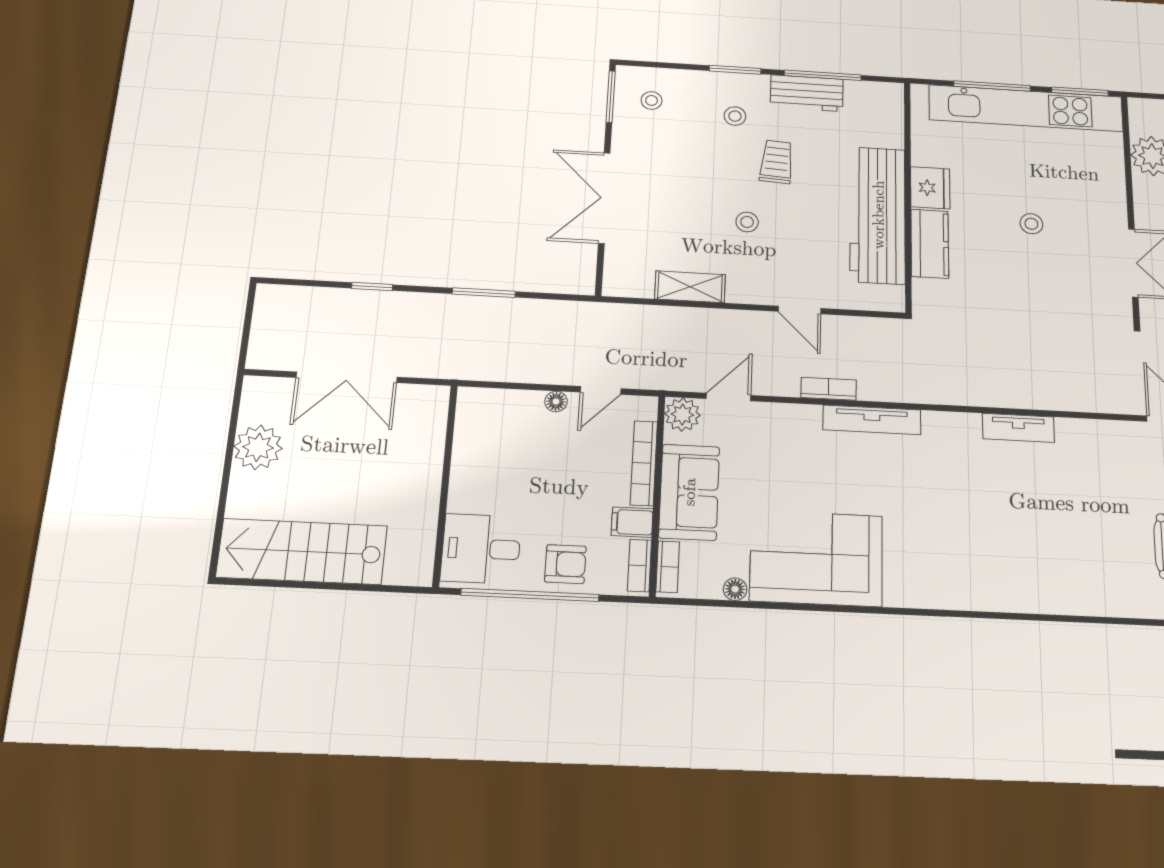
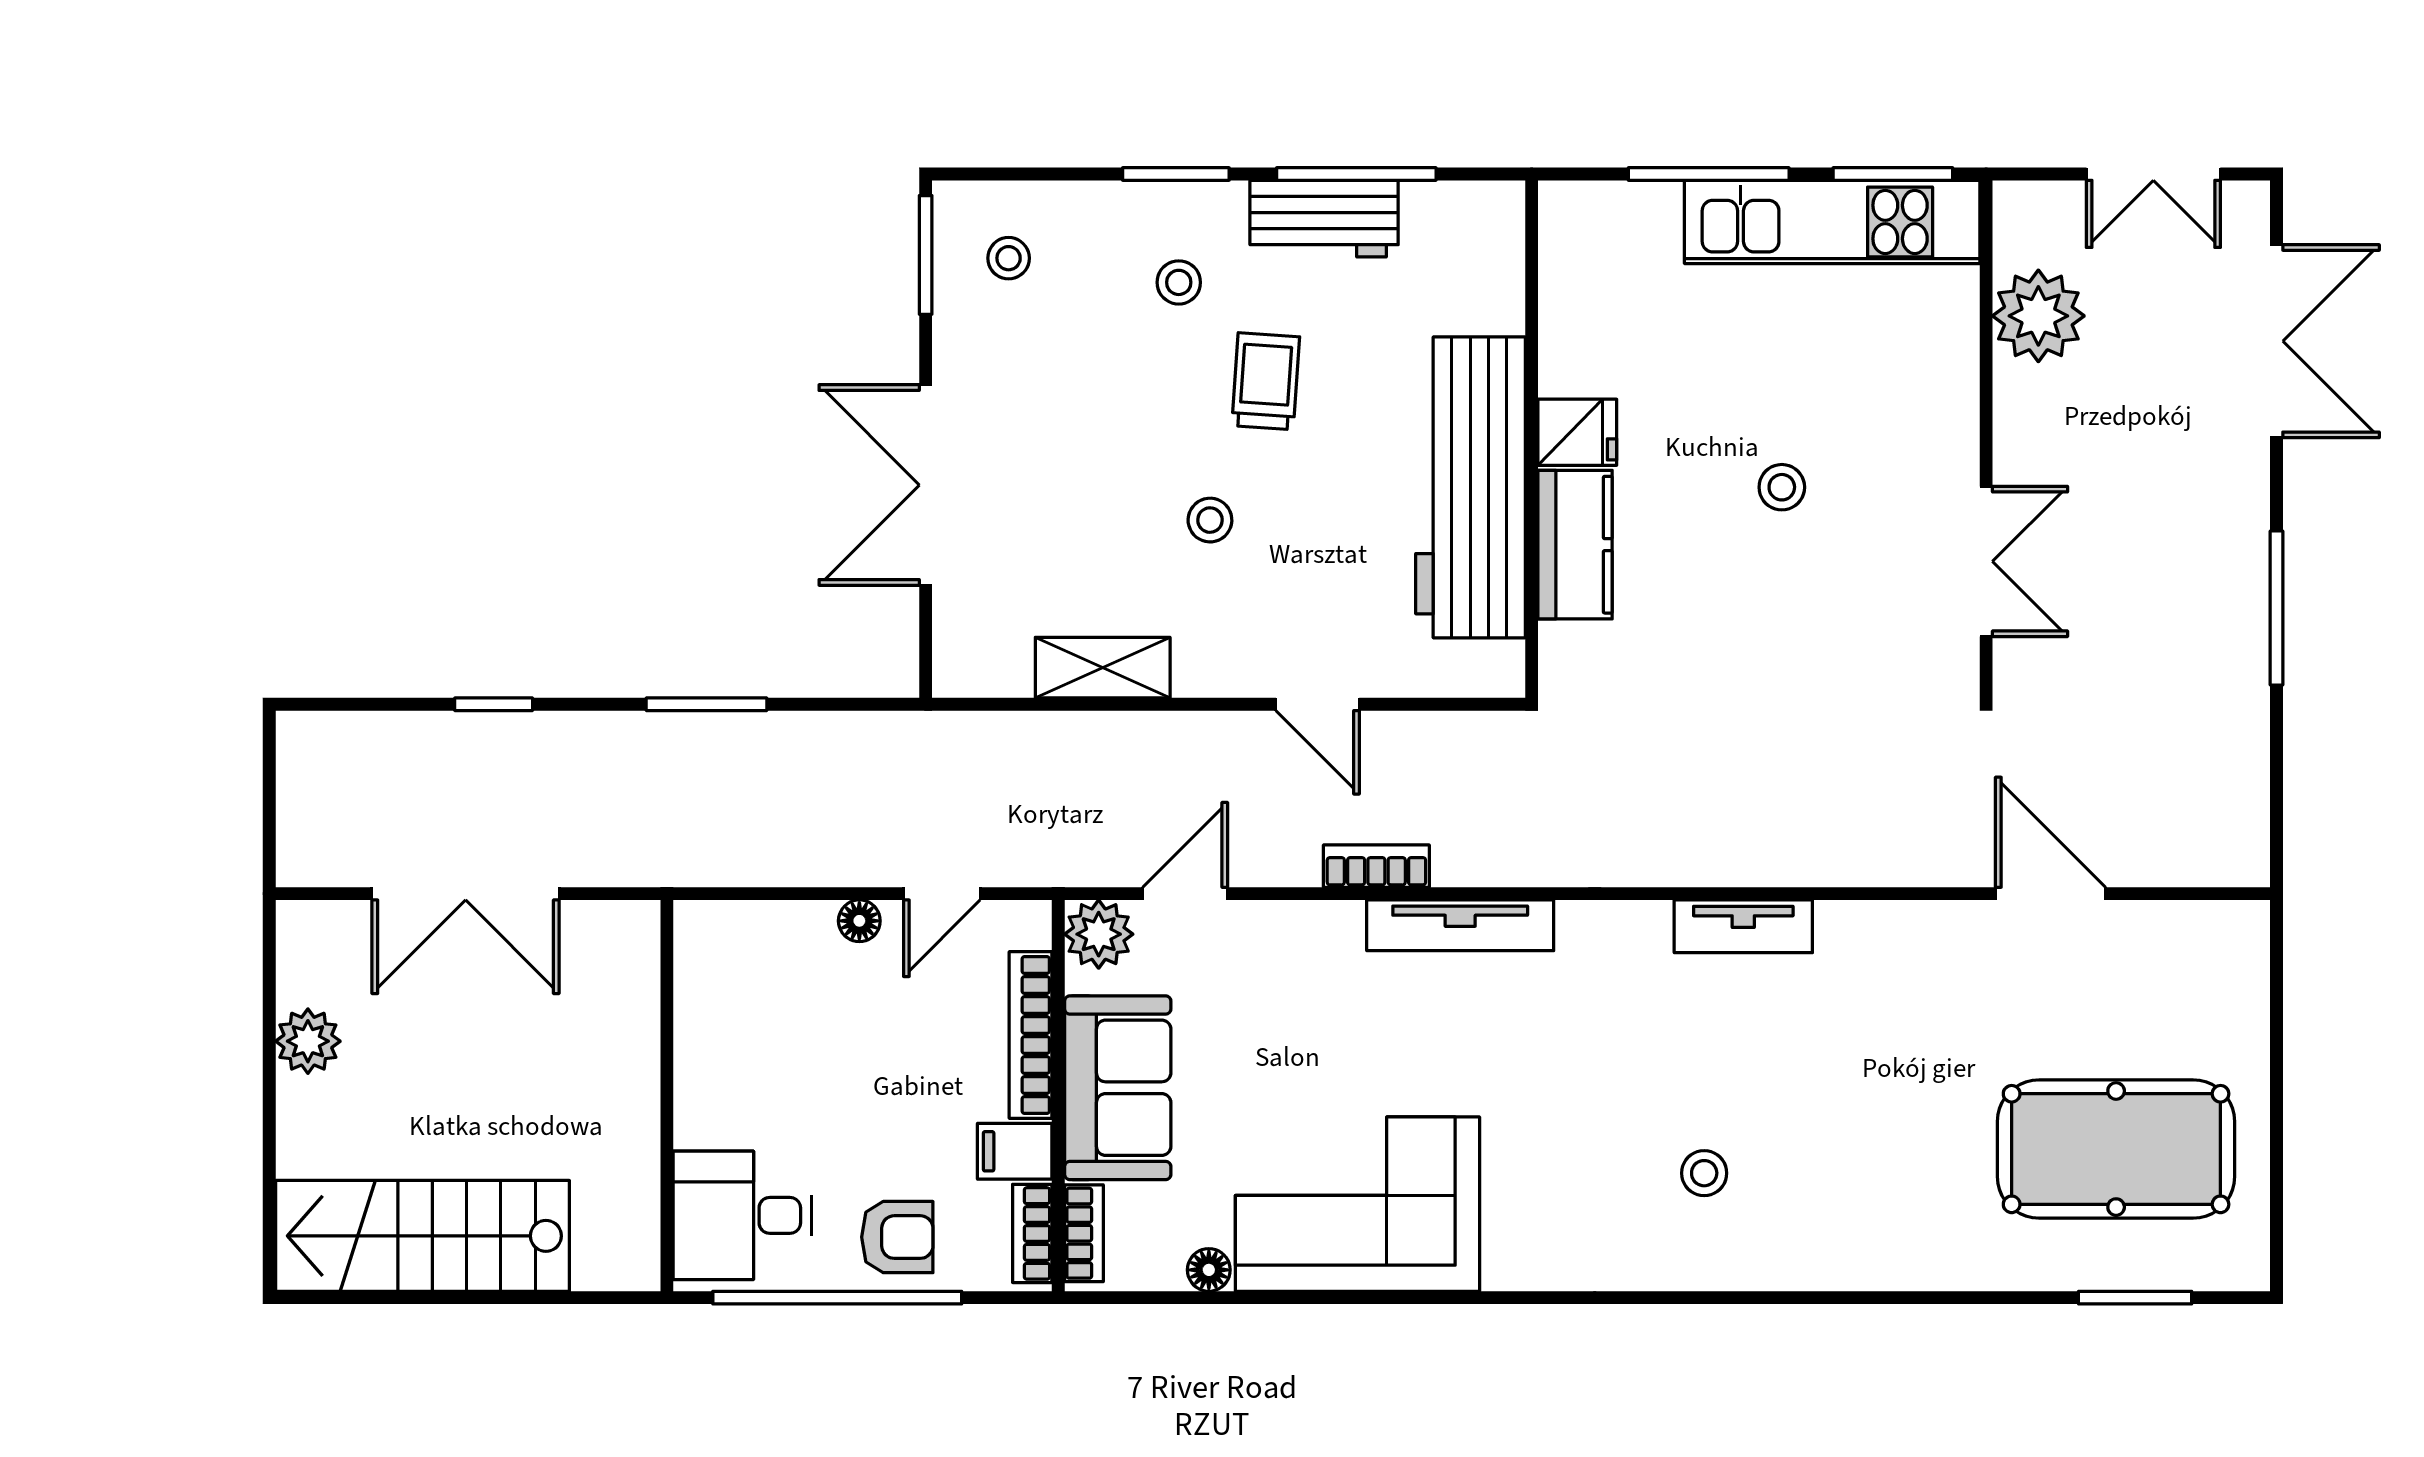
kitchen unit: (1026, 108) -> (1832, 222), width x0.73
fridge: (930, 188) -> (1577, 432), width x0.72
plant: (258, 447) -> (308, 1041), width x0.73, depth x0.73
stool: (1001, 551) -> (1704, 1173), added

